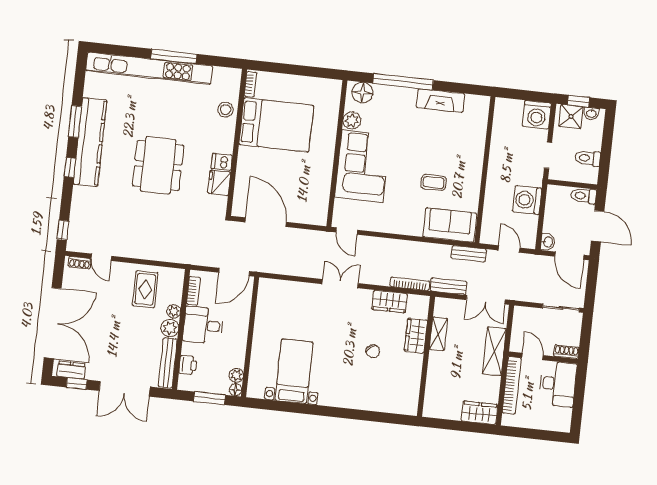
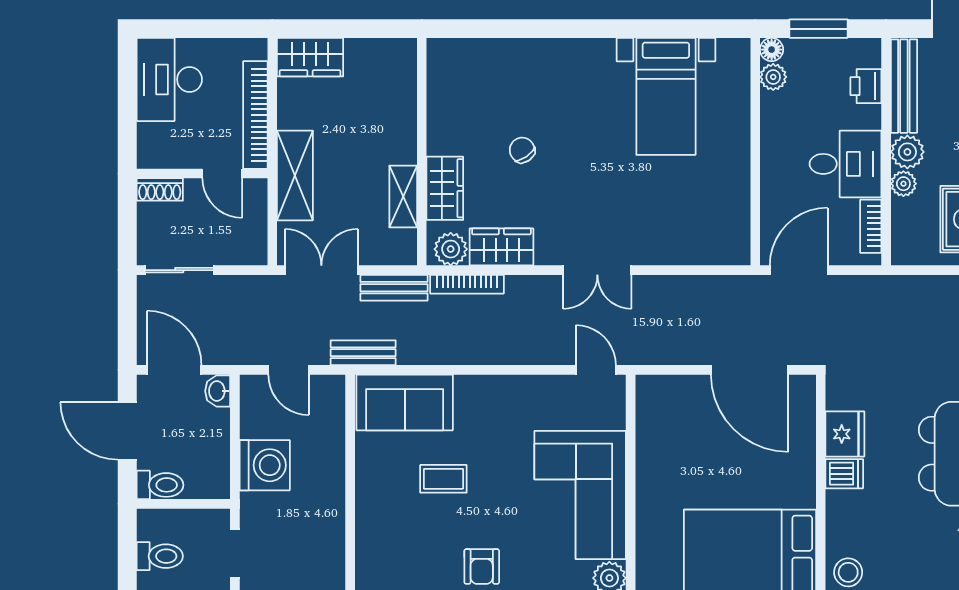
armchair: (419, 134) -> (482, 567), added
plant: (416, 303) -> (451, 249), added
desk: (558, 384) -> (169, 79), moved

